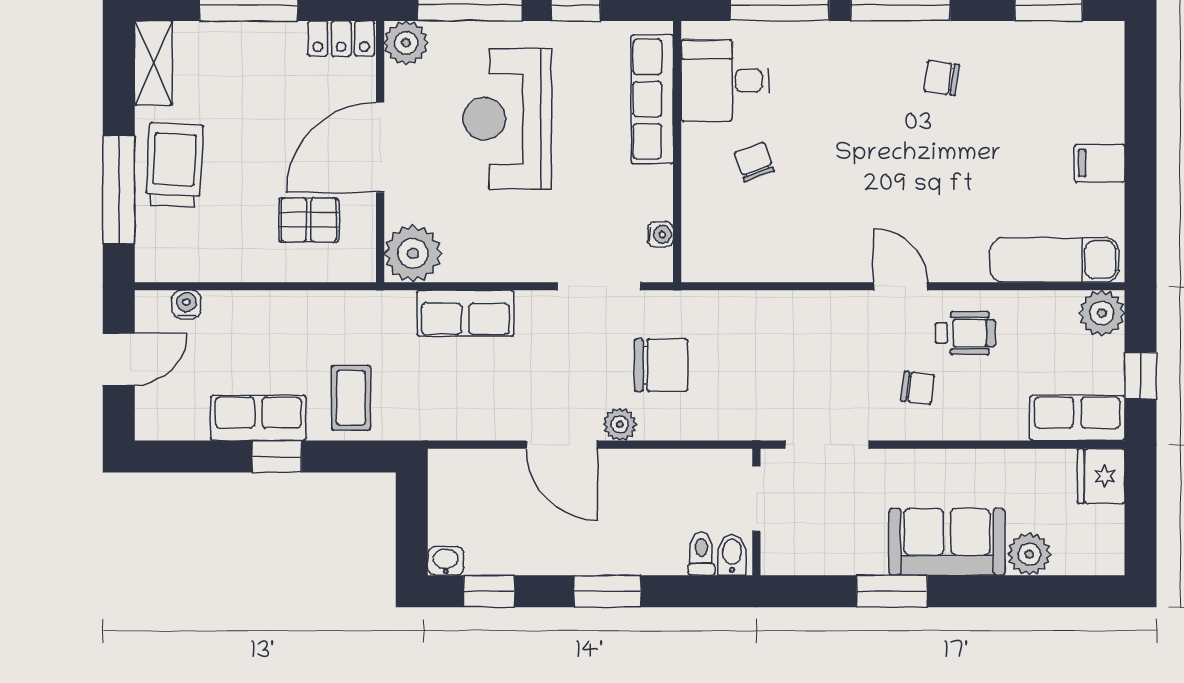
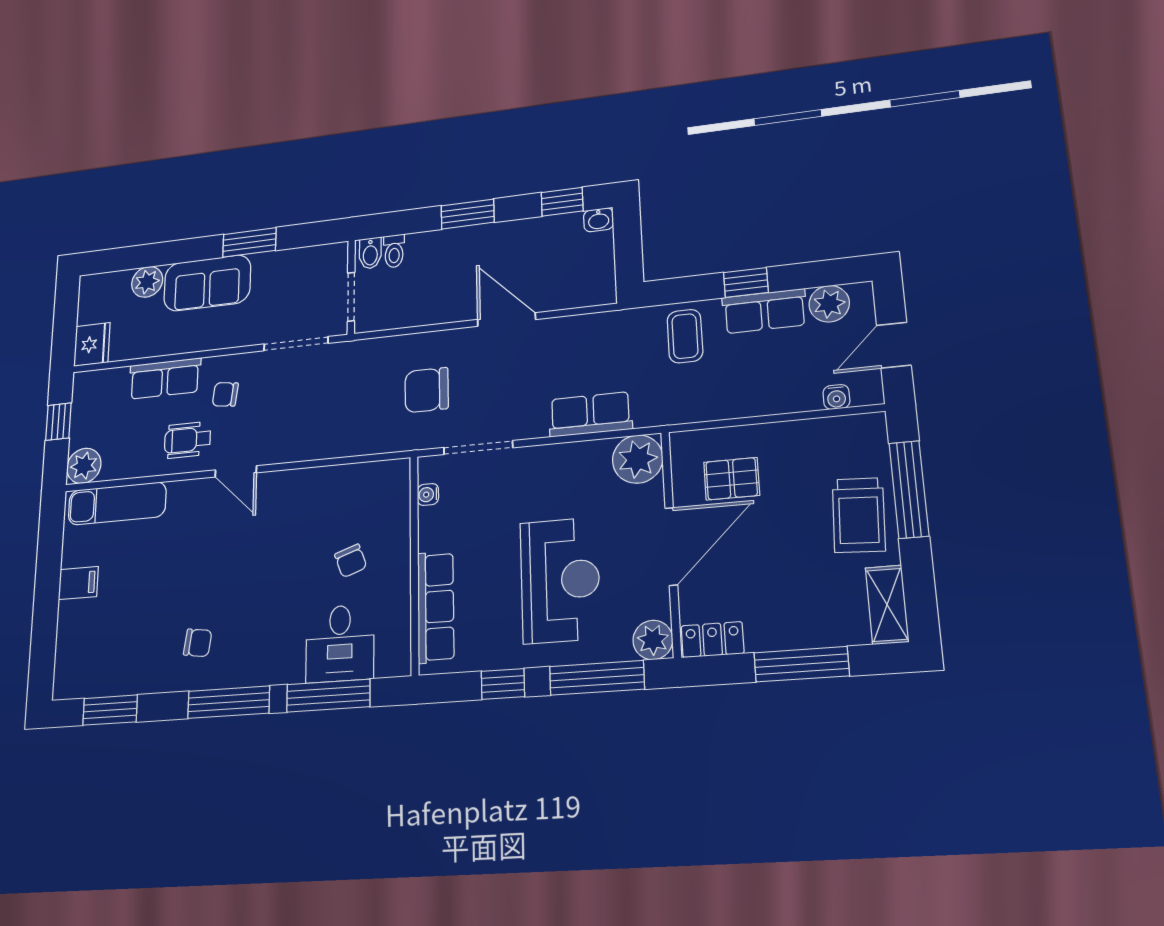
desk: (725, 81) -> (340, 643), moved, turned 90
row of seats: (1077, 418) -> (165, 378), moved
plant: (620, 424) -> (829, 304), moved, width x1.38, depth x1.38

